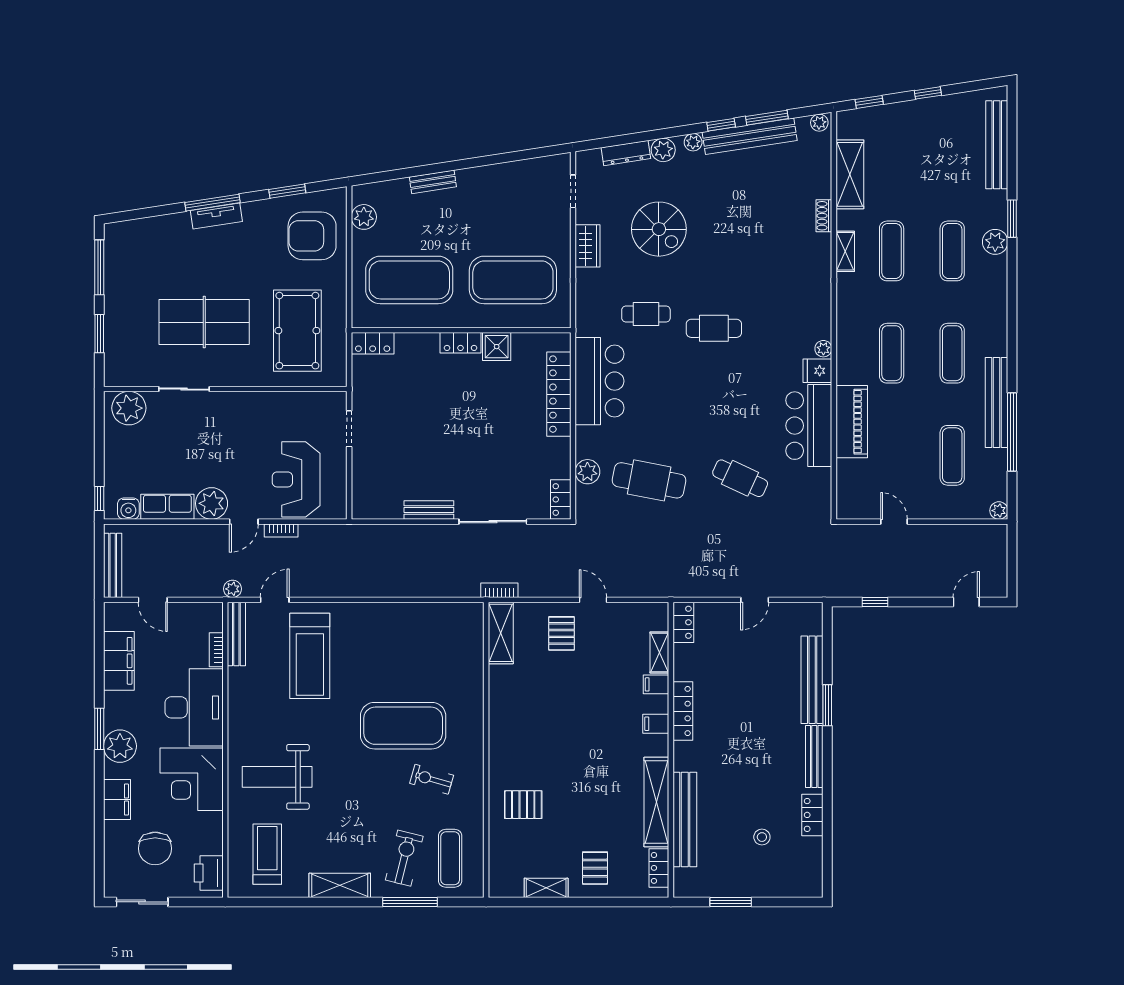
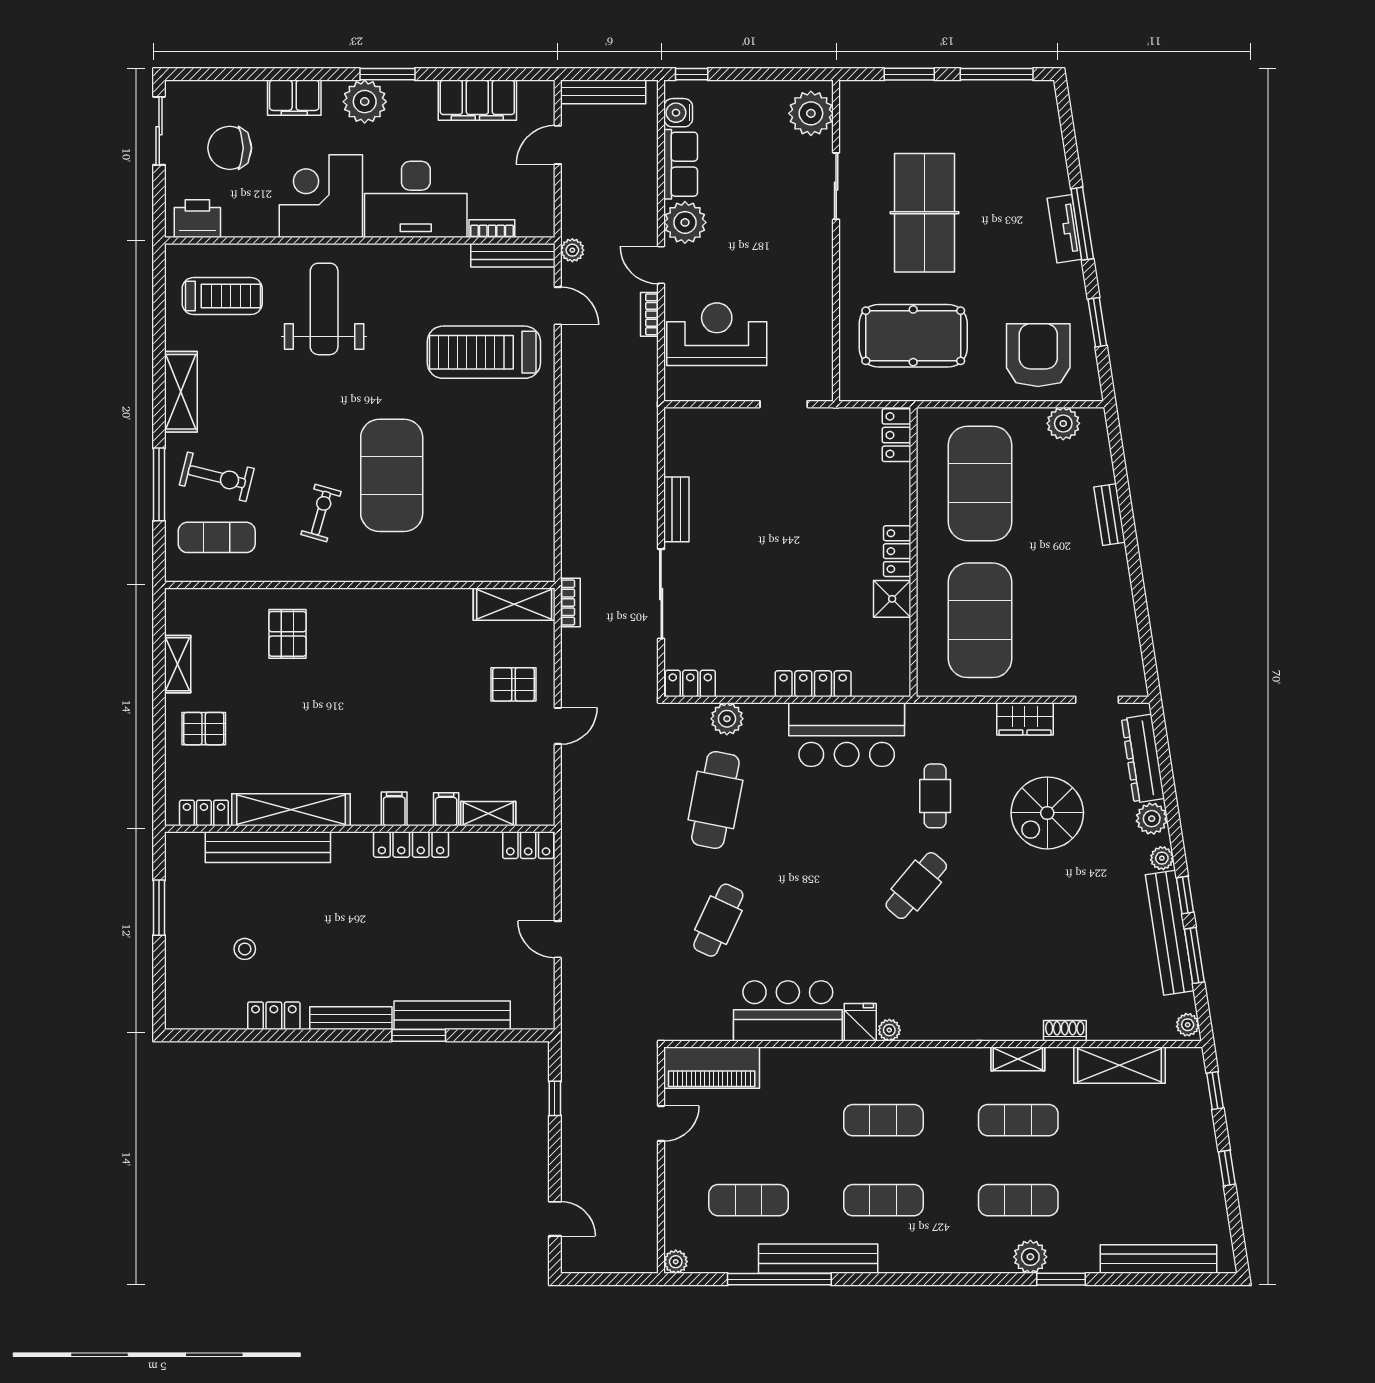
dresser: (626, 153) -> (1143, 759), width x1.37, depth x1.24
cafe table: (714, 328) -> (916, 886), turned 40
locker: (559, 394) -> (813, 684), width x0.71, depth x0.83
piano: (852, 422) -> (712, 1068), moved

